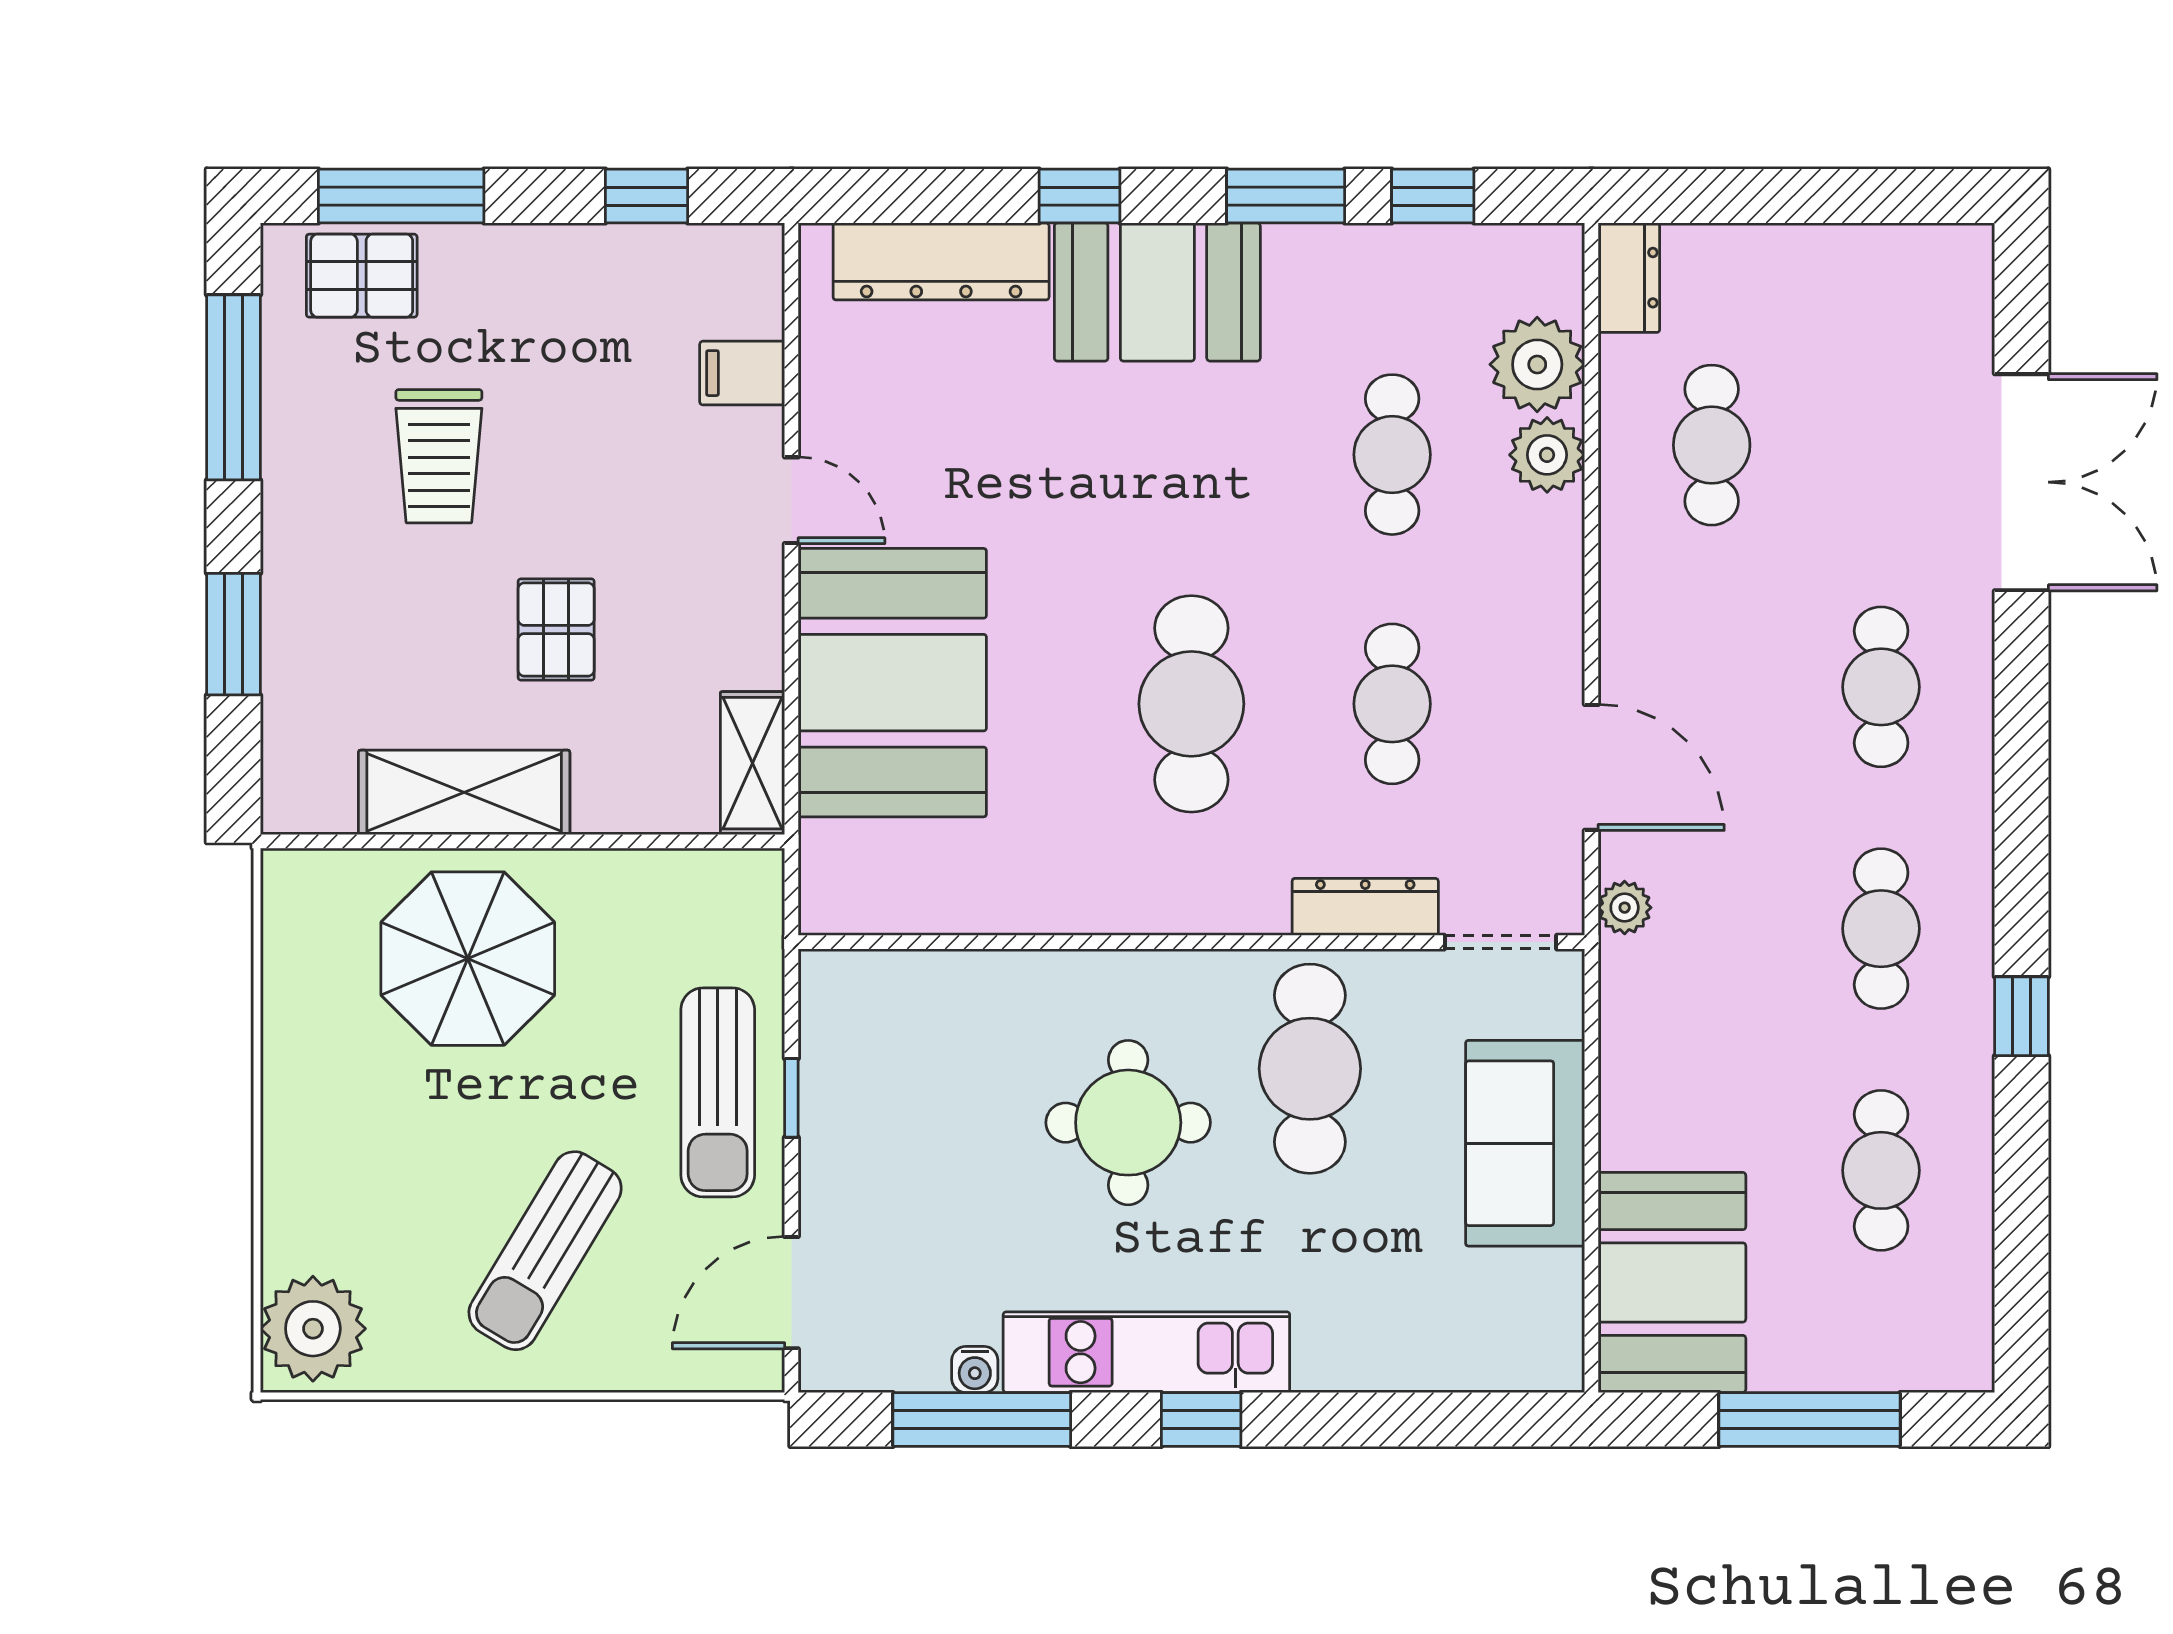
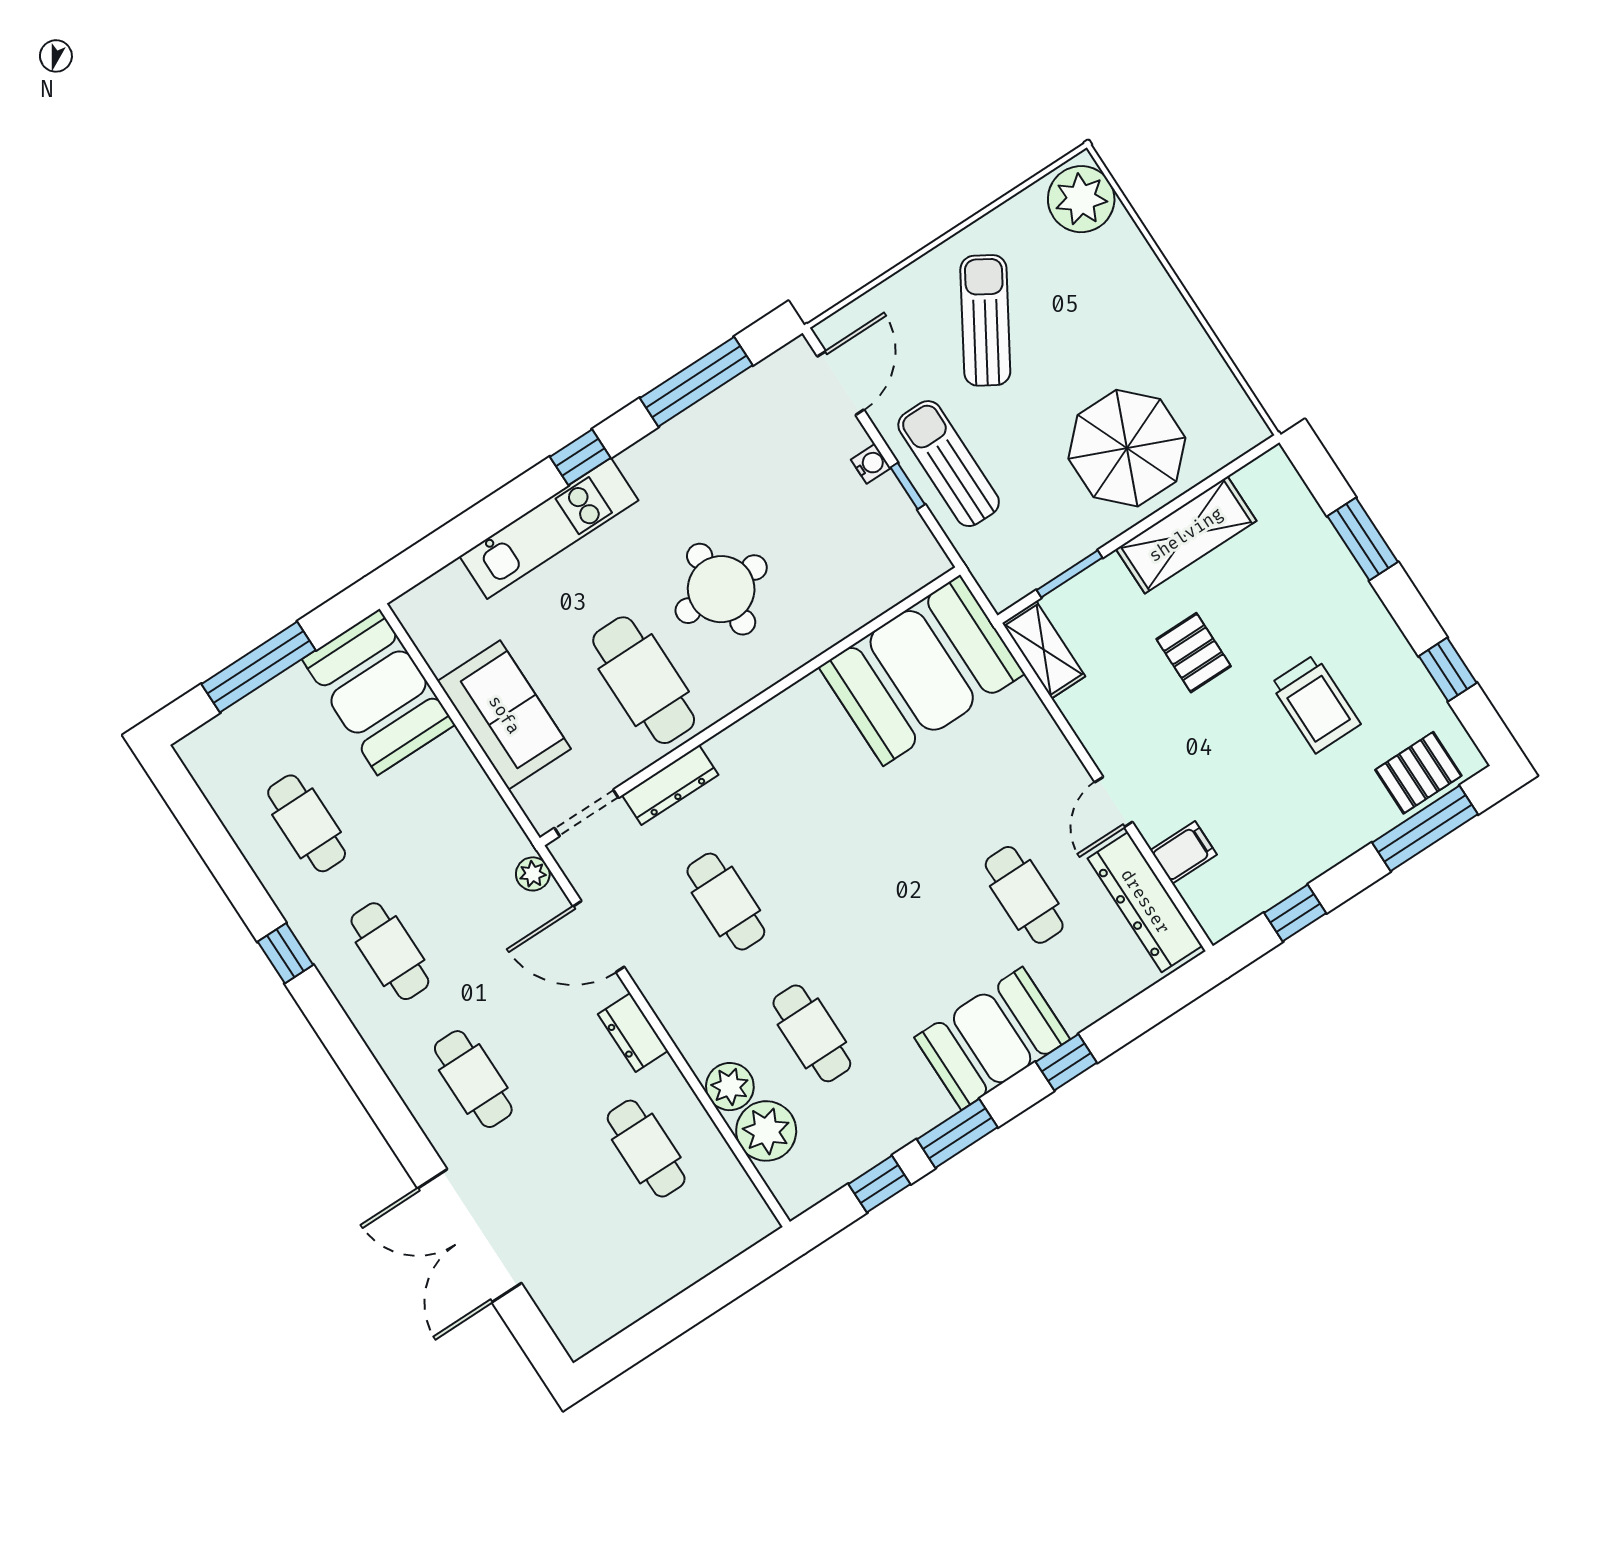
dresser: (941, 261) -> (1145, 902), moved, turned -90
dresser: (1629, 278) -> (633, 1032), moved
window: (233, 387) -> (1448, 670), width x0.46
trolley: (439, 456) -> (1315, 704), turned 180
door: (791, 500) -> (1114, 802), hinge flipped
booth: (892, 683) -> (922, 670), moved, turned 90
cafe table: (1191, 704) -> (1024, 895), moved, width x0.73, depth x0.74
window: (653, 841) -> (1070, 574), added
kitchen unit: (1146, 1352) -> (549, 528), moved
water cooler: (975, 1370) -> (871, 464), moved, turned 90

